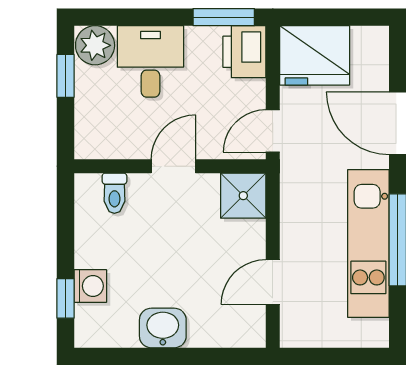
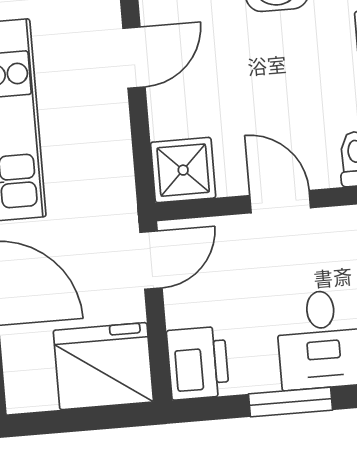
window: (224, 17) -> (291, 402), moved
door: (173, 166) -> (280, 202), swing flipped

